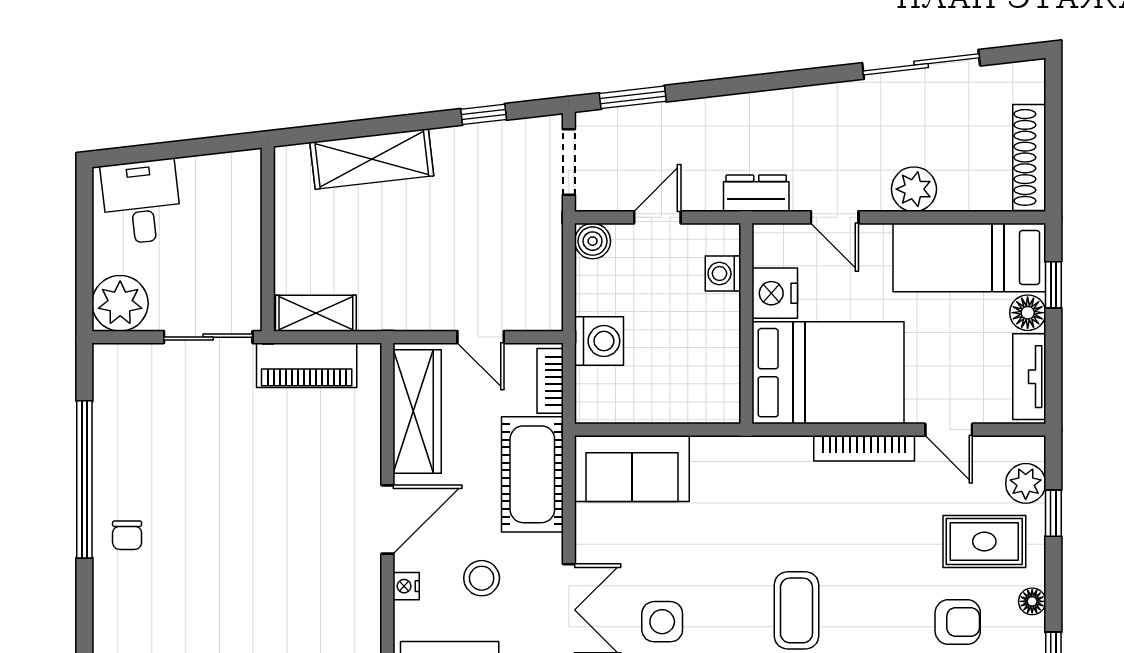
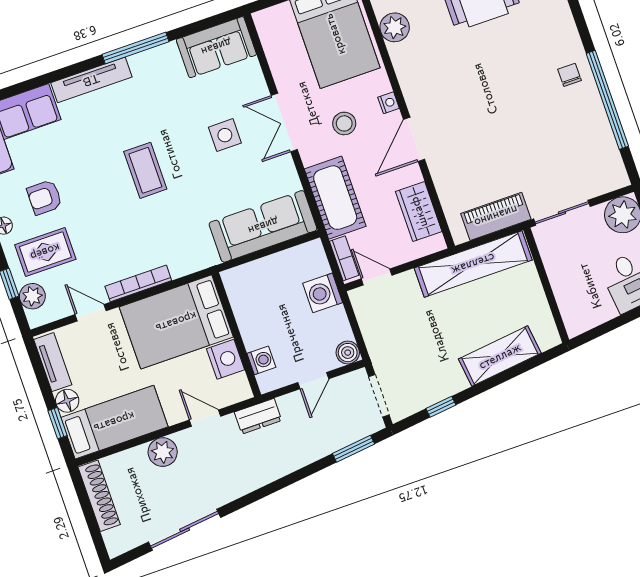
shelving: (316, 313) -> (473, 264), width x2.20, depth x1.33
door: (481, 337) -> (377, 277), moved
wardrobe: (417, 411) -> (419, 212), width x0.67
sofa: (632, 469) -> (263, 226), width x1.36

